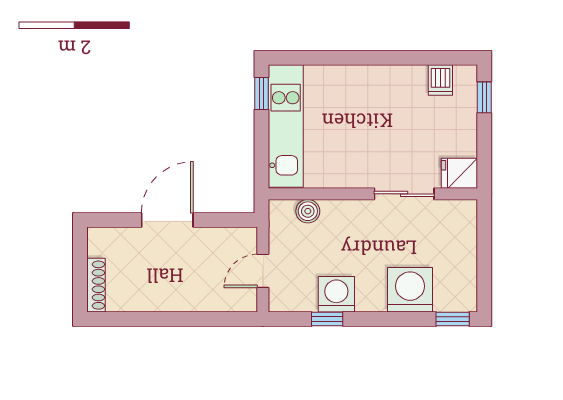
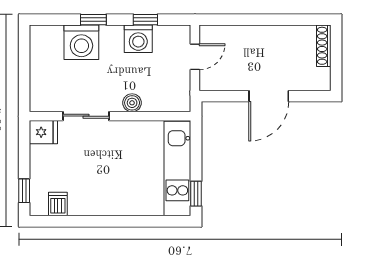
boiler: (308, 211) -> (132, 103), moved
window: (453, 319) -> (93, 20), moved

